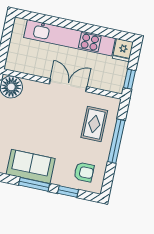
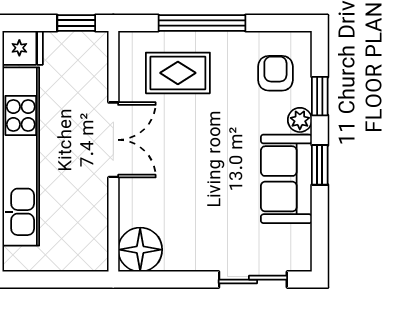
double door: (68, 85) -> (113, 140), swing flipped
plant: (58, 179) -> (300, 120), added
window: (34, 184) -> (320, 165), width x0.67

